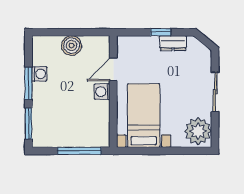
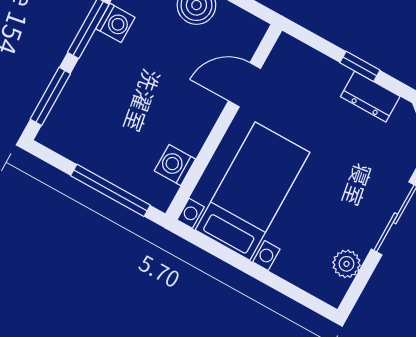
washing machine: (102, 92) -> (175, 165), moved
plant: (198, 131) -> (347, 264), width x0.53, depth x0.53

